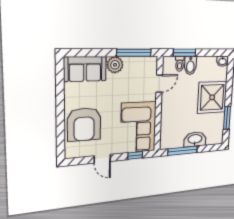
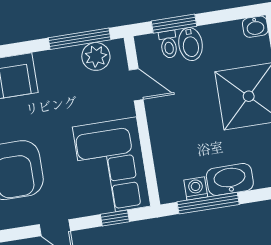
plant: (115, 65) -> (96, 56), moved
door: (159, 84) -> (136, 85), hinge flipped
washing machine: (178, 143) -> (196, 188), added

